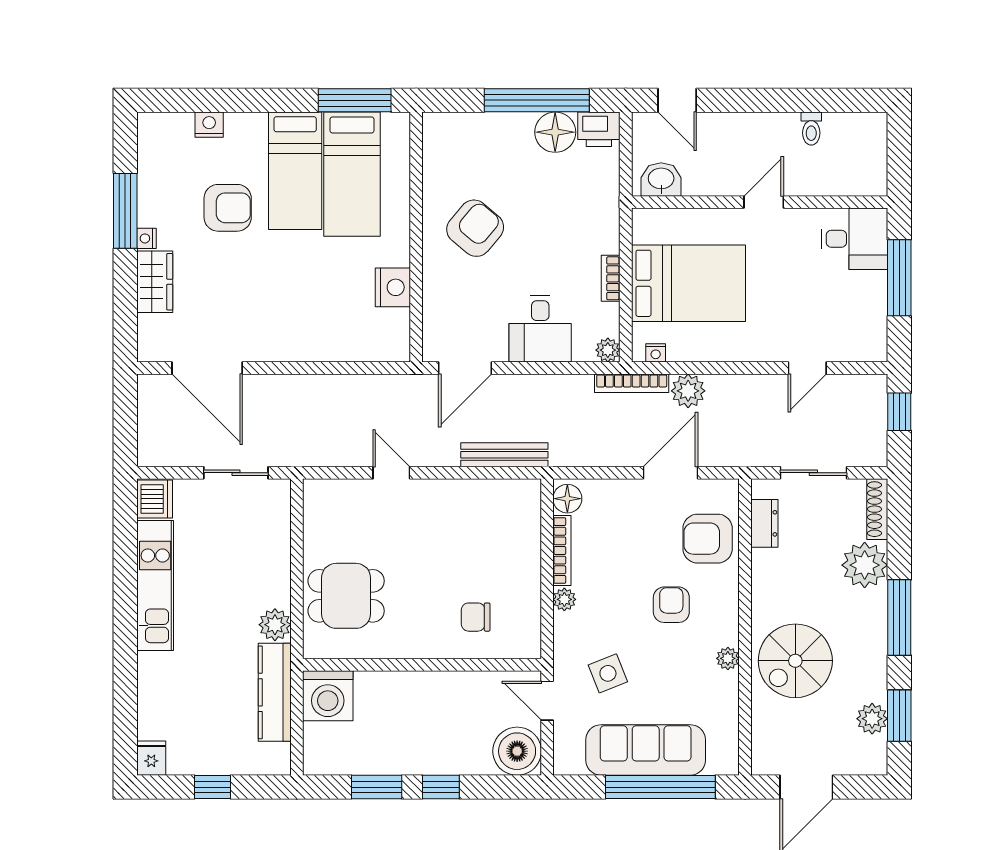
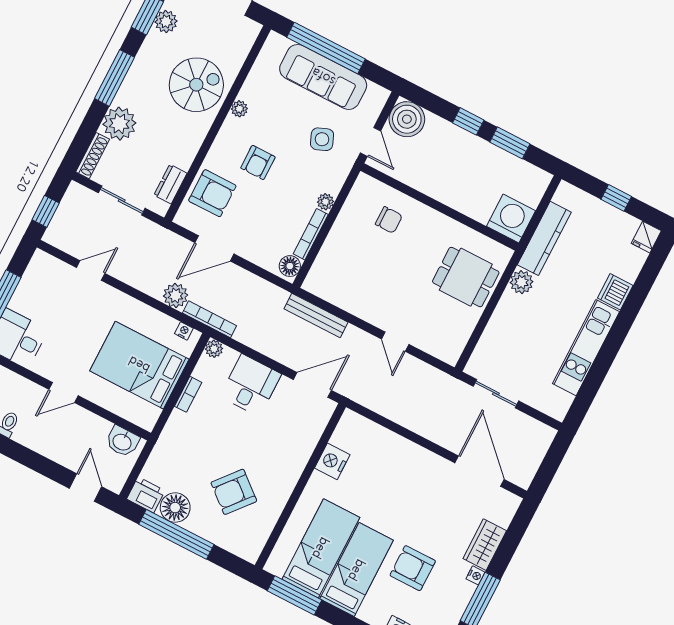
armchair: (475, 228) -> (234, 492), moved
dishwasher: (155, 499) -> (615, 292), moved

